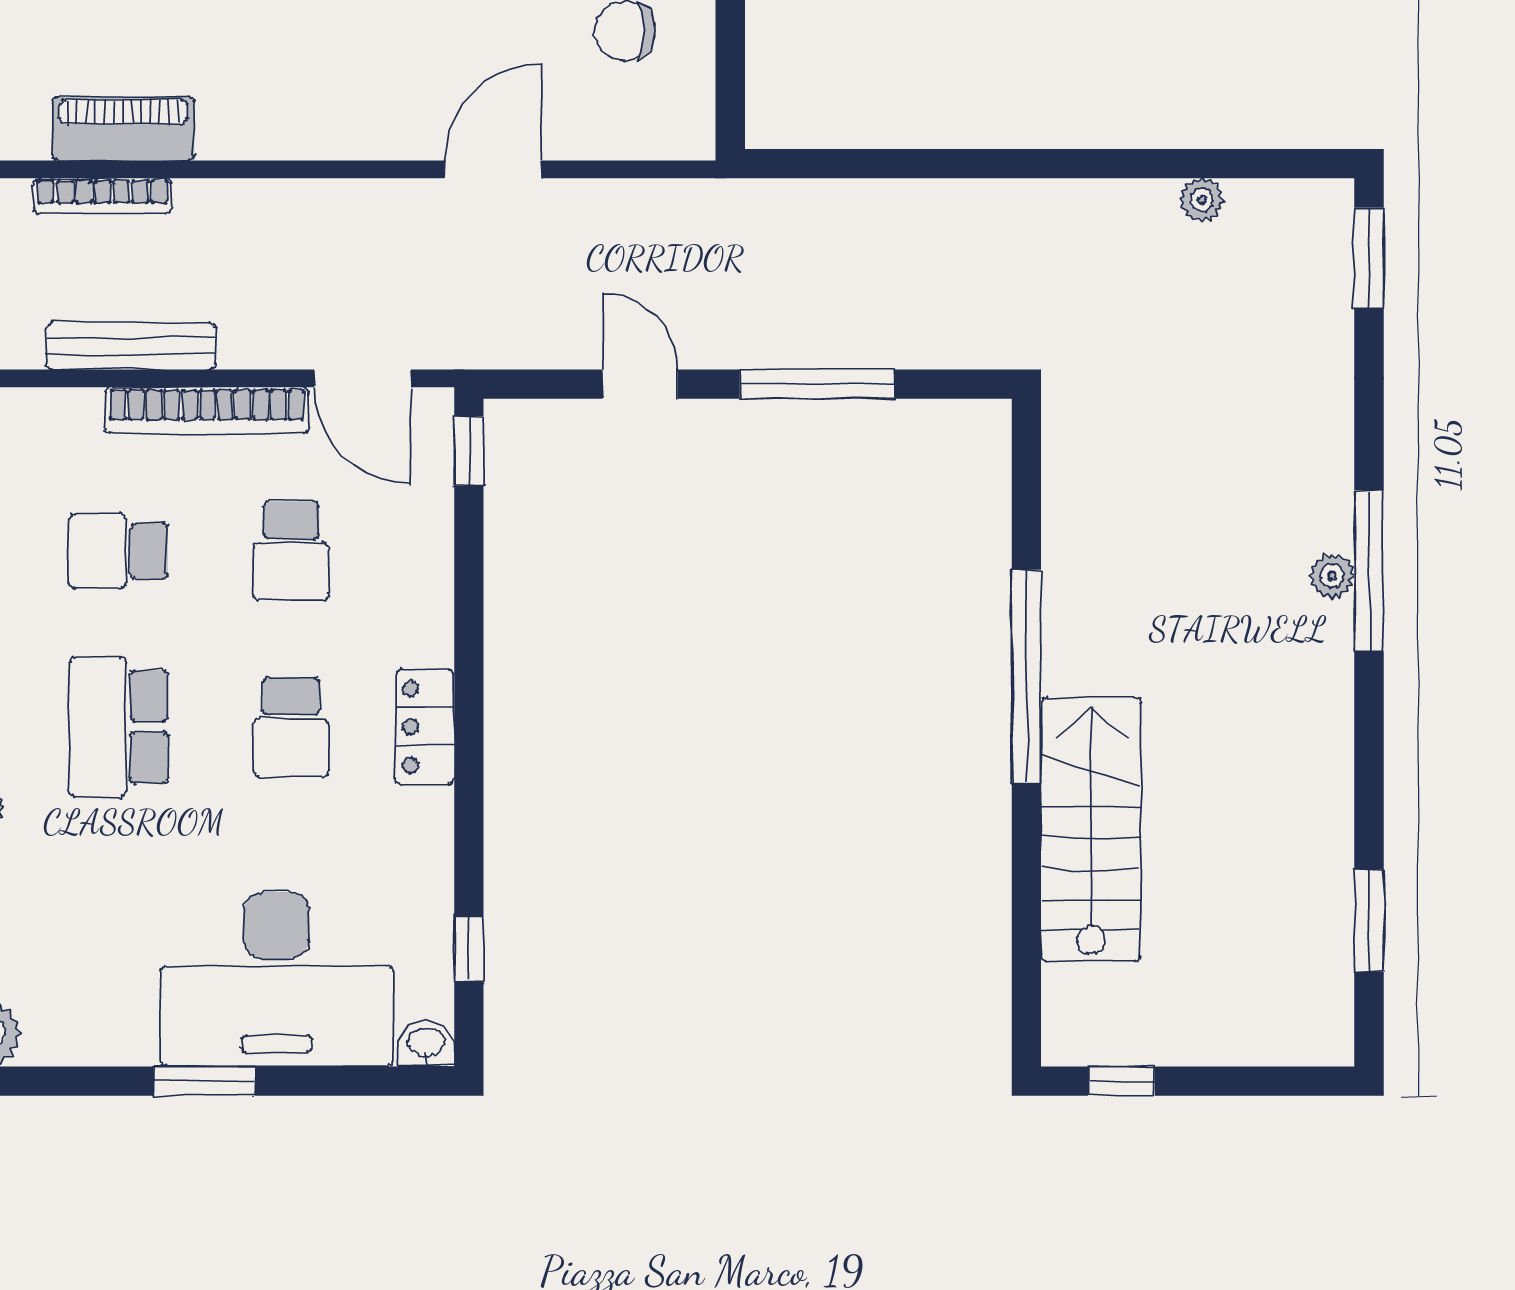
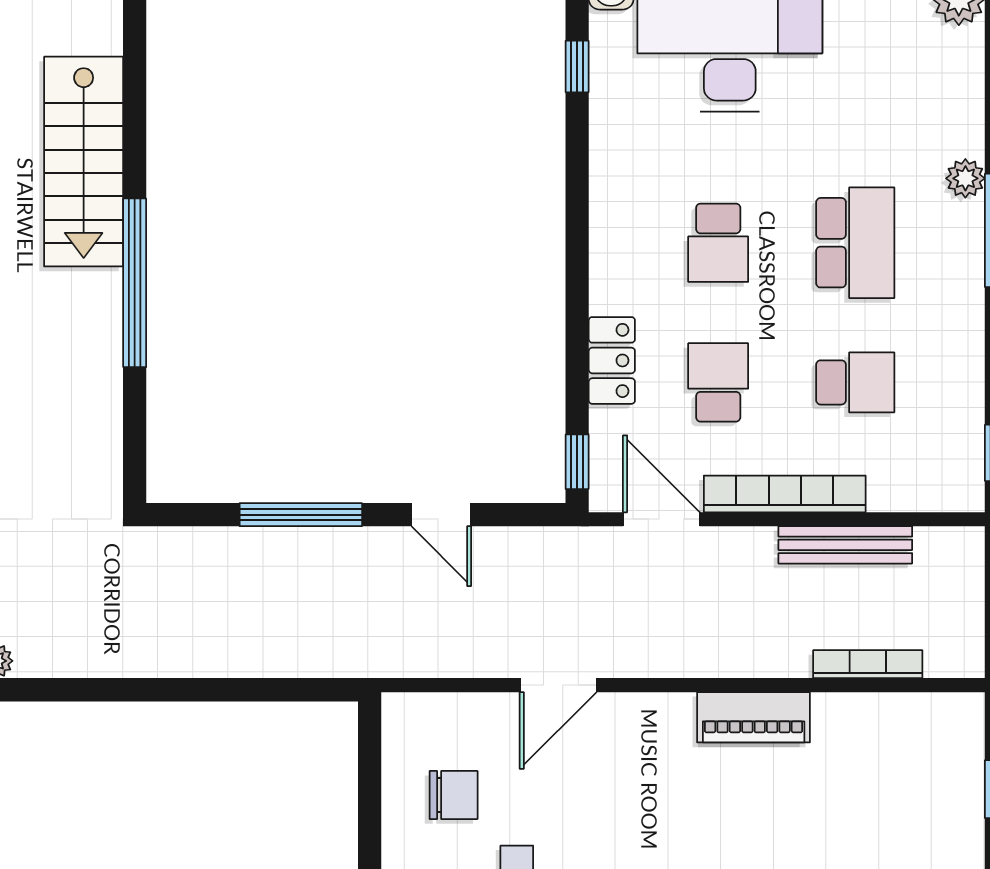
piano: (123, 129) -> (754, 717), moved
school desk: (291, 727) -> (718, 243), turned 180
locker: (425, 727) -> (612, 360), moved

